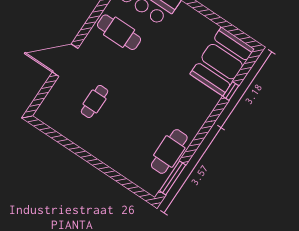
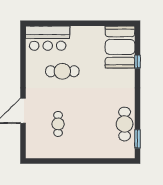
cafe table: (119, 32) -> (62, 71), moved
window: (173, 178) -> (137, 139), width x0.69

